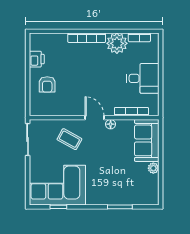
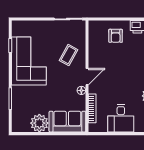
armchair: (47, 84) -> (116, 36), turned -90
plant: (153, 168) -> (39, 123), width x1.88, depth x1.88
corner sofa: (57, 185) -> (29, 61), moved

